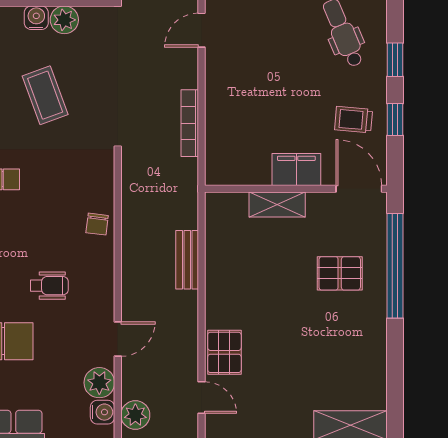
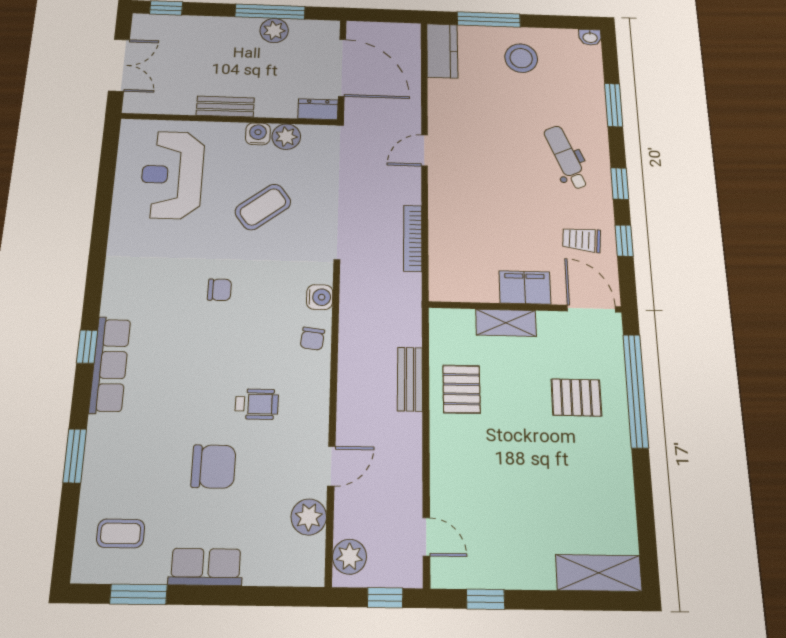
coffee table: (45, 95) -> (263, 207), turned 73
pallet: (224, 352) -> (462, 389), moved
water cooler: (102, 412) -> (320, 297), moved

